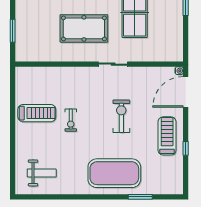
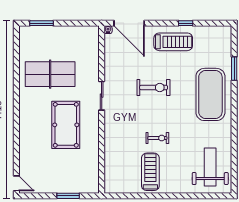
exercise bike: (121, 116) -> (154, 87), turned 180
treadmill: (167, 136) -> (173, 42), turned 180
weight bench: (42, 173) -> (210, 167), width x1.36, depth x1.33

